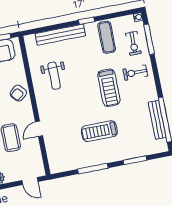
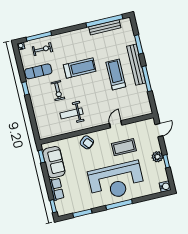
bench: (60, 35) -> (136, 65), moved
exercise bike: (135, 73) -> (58, 91), moved
weight bench: (54, 76) -> (72, 113), turned 180
door: (39, 129) -> (116, 124), swing flipped
treadmill: (99, 131) -> (116, 75), turned 180

